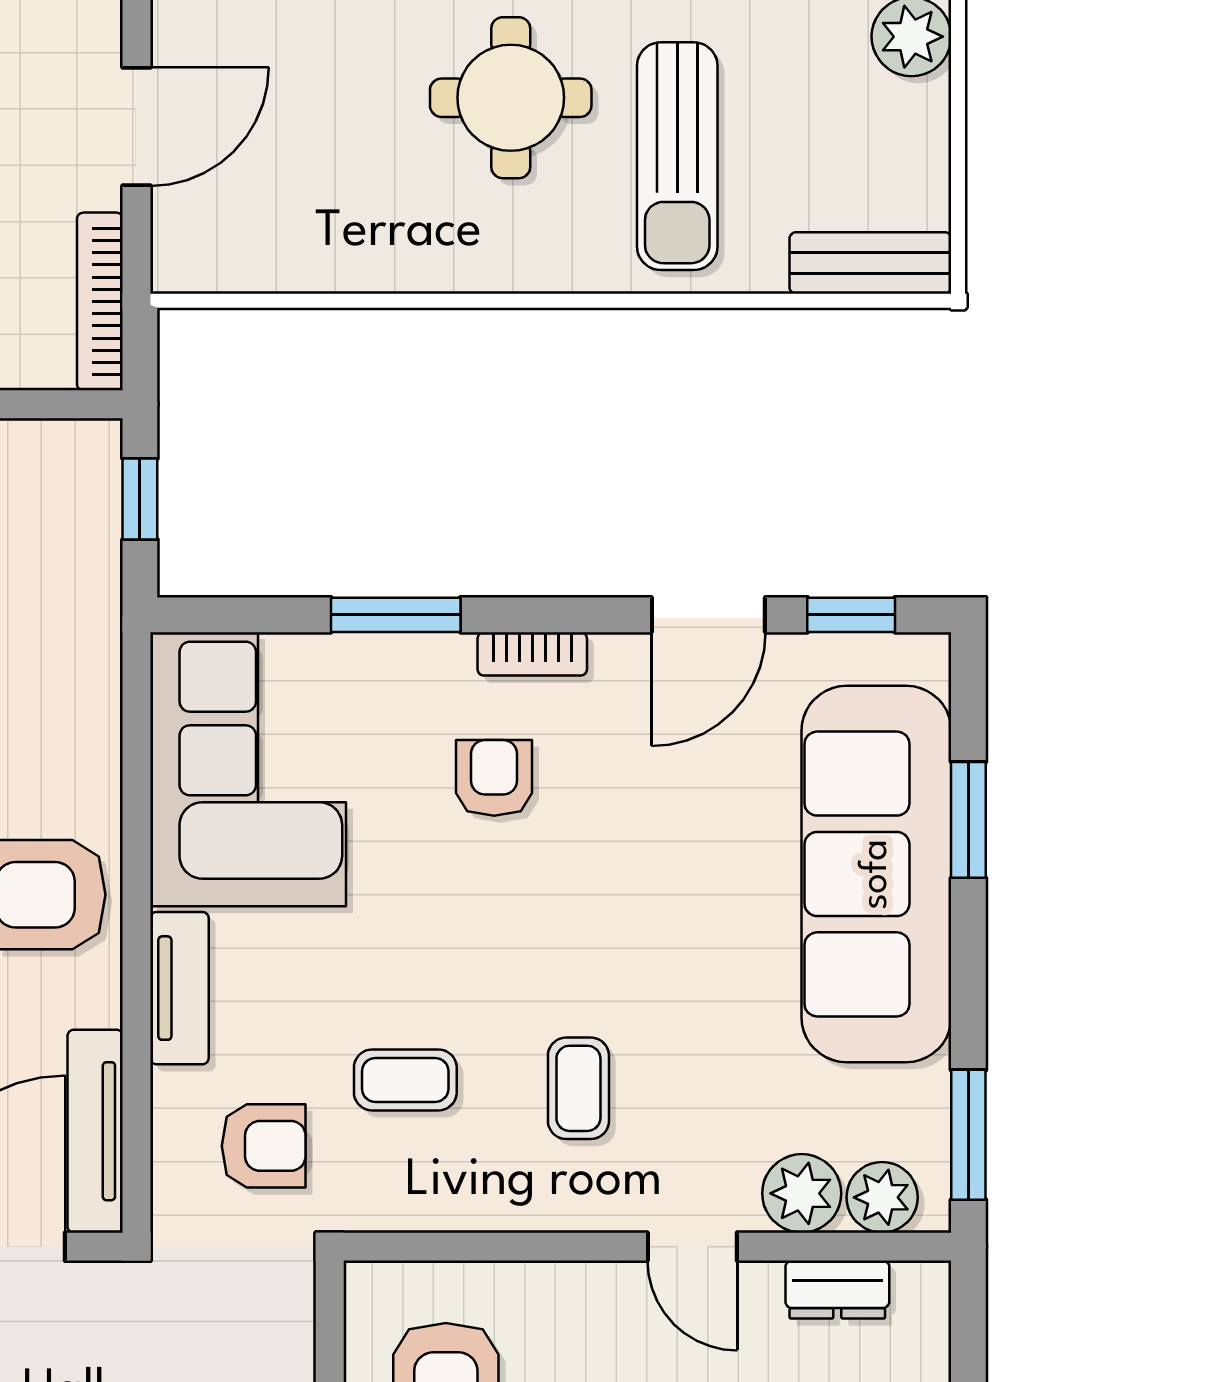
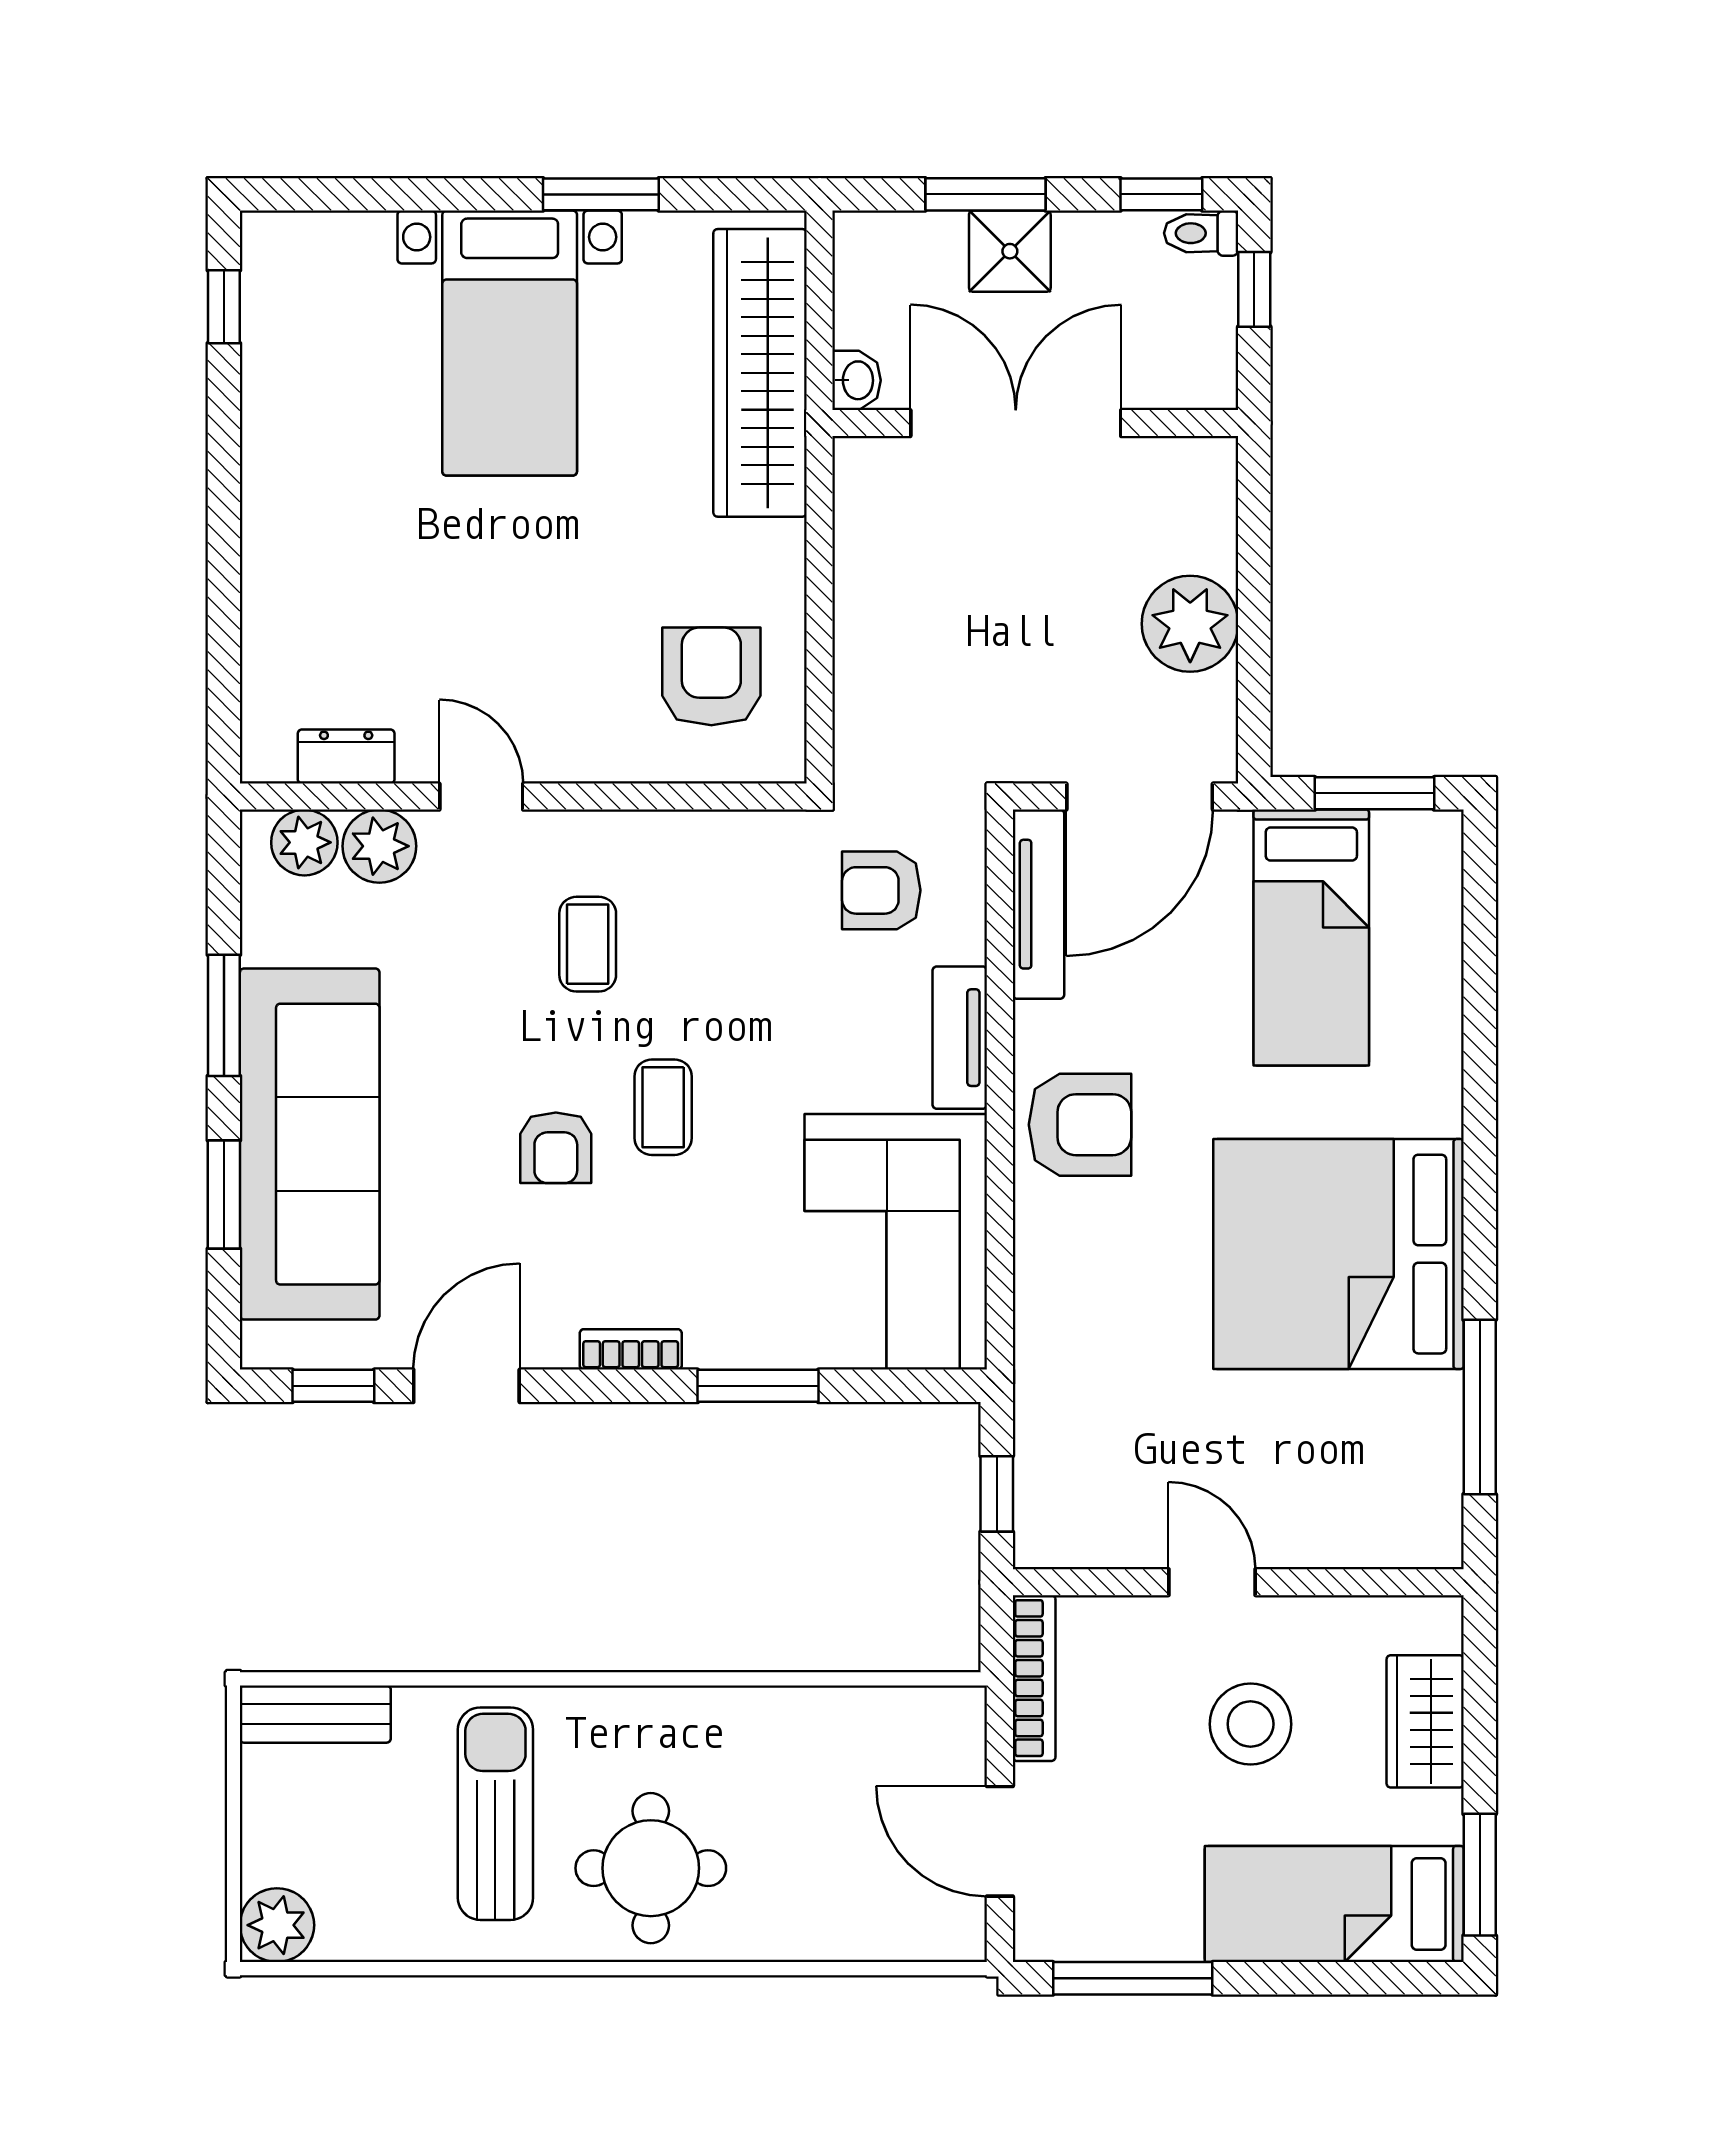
door: (136, 127) -> (1000, 1841), hinge flipped
armchair: (494, 778) -> (556, 1148), moved
coffee table: (405, 1080) -> (663, 1107), moved, turned 90
window: (968, 1135) -> (224, 1015), moved

